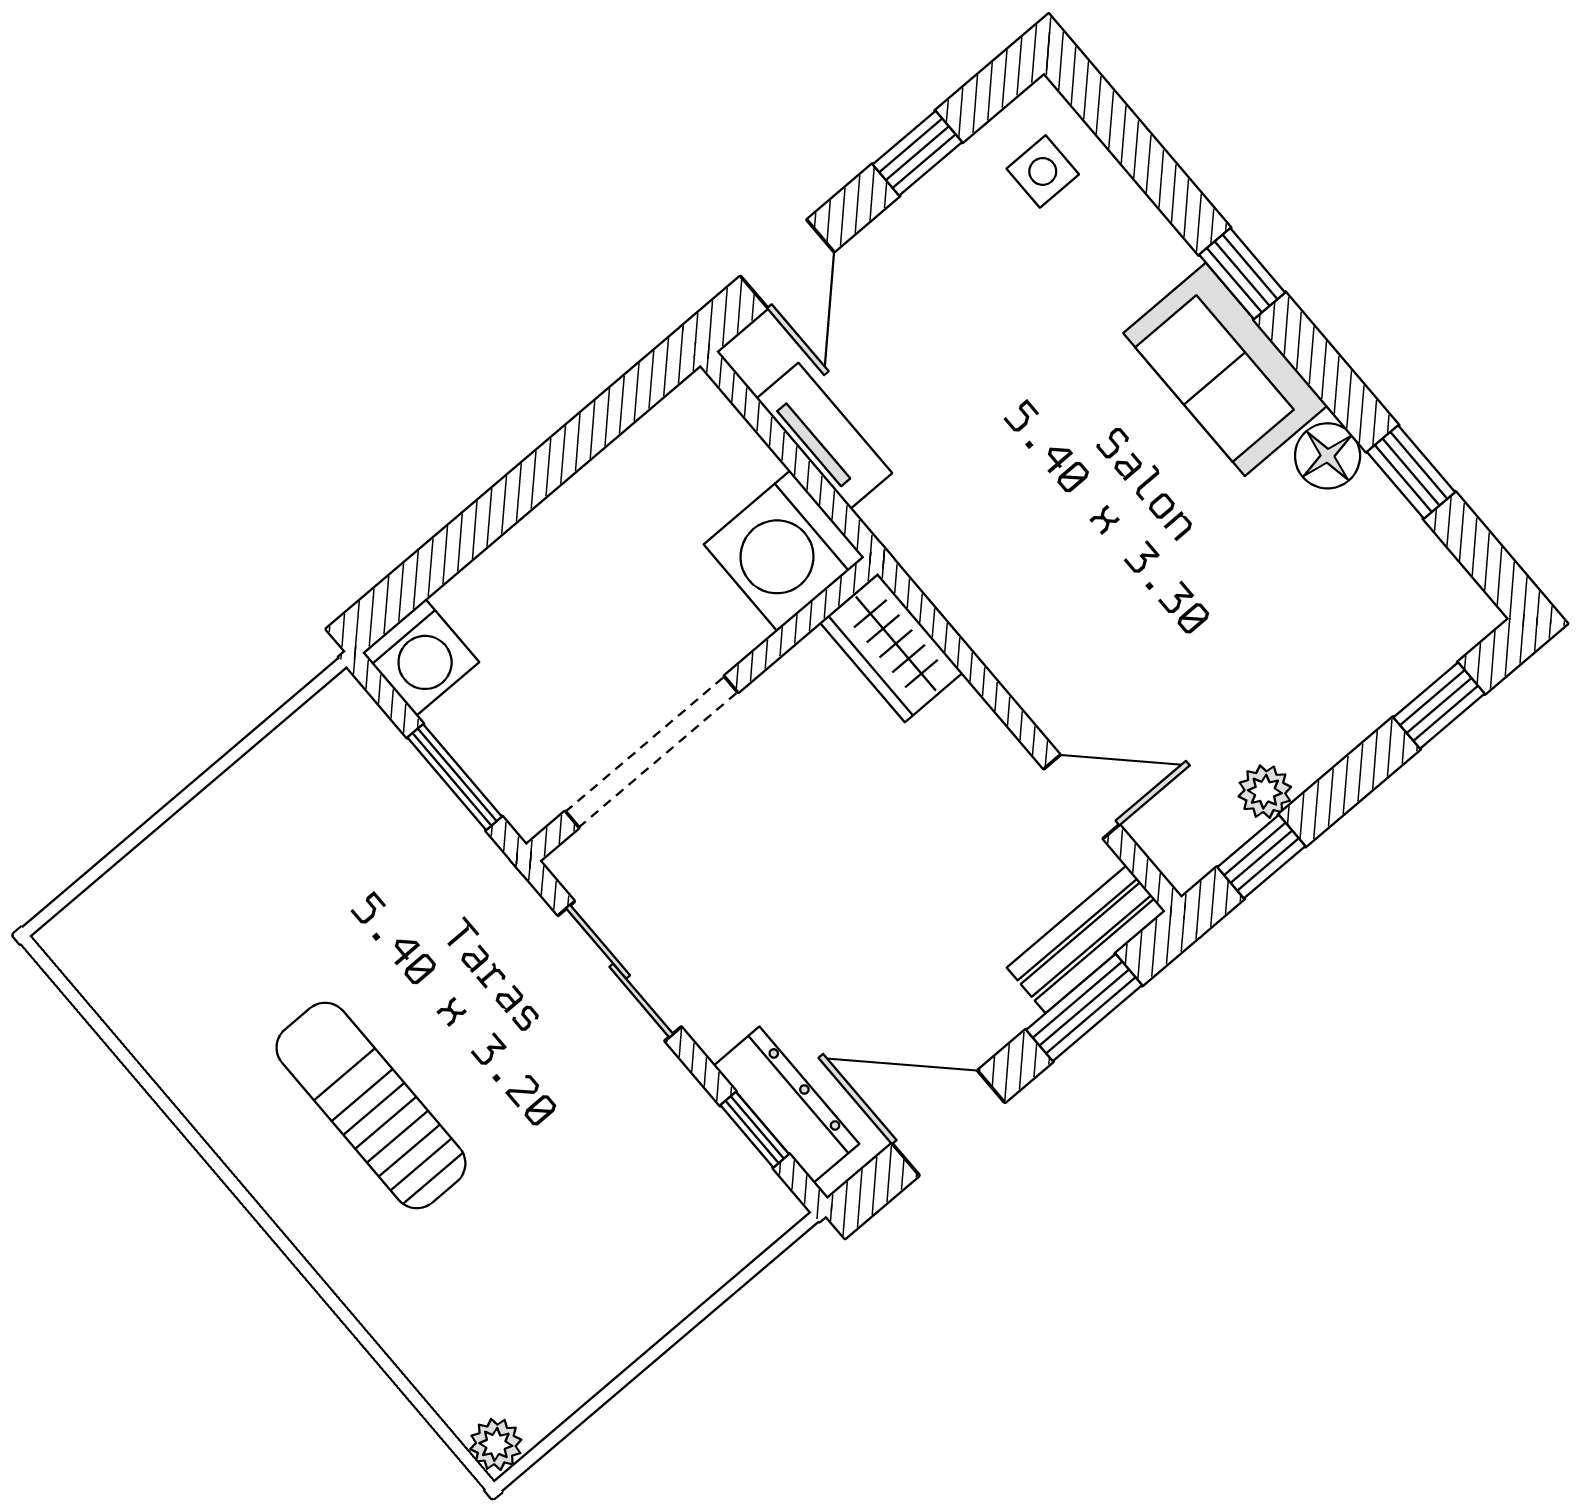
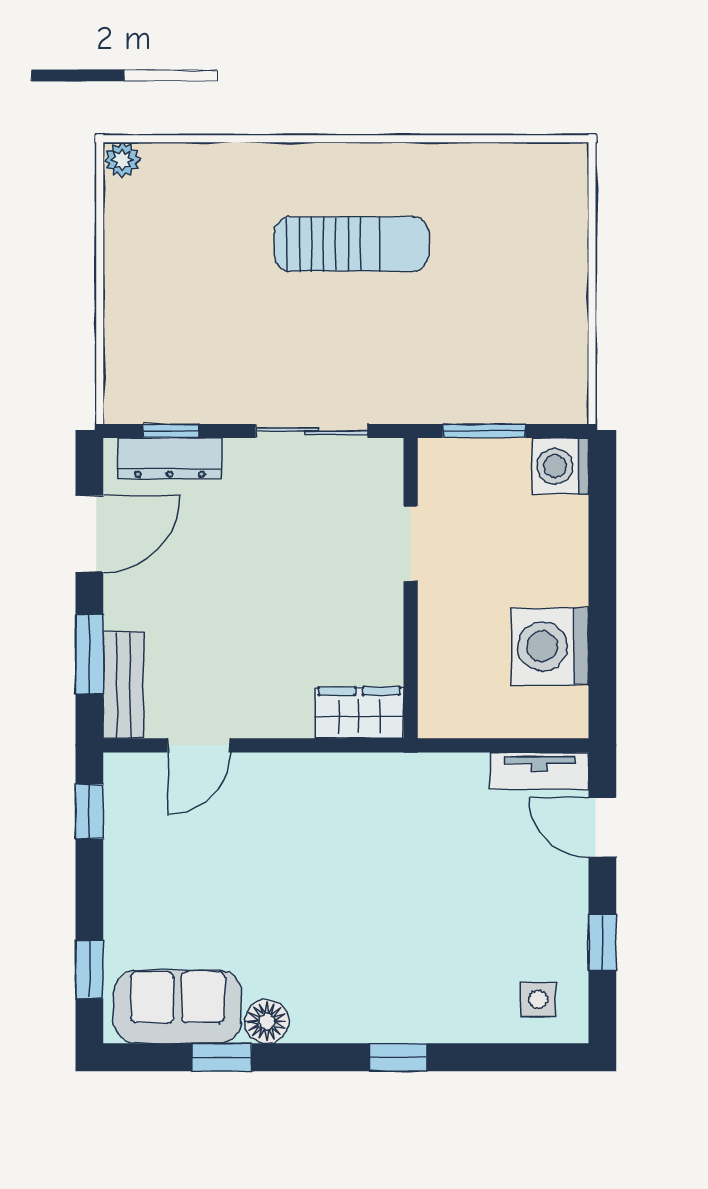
sofa: (1225, 369) -> (178, 1007), moved
tv unit: (824, 436) -> (539, 771), moved
washing machine: (784, 551) -> (550, 646), moved, turned -90
doorway: (652, 752) -> (411, 544), width x0.53
plant: (1265, 792) -> (121, 842), removed

